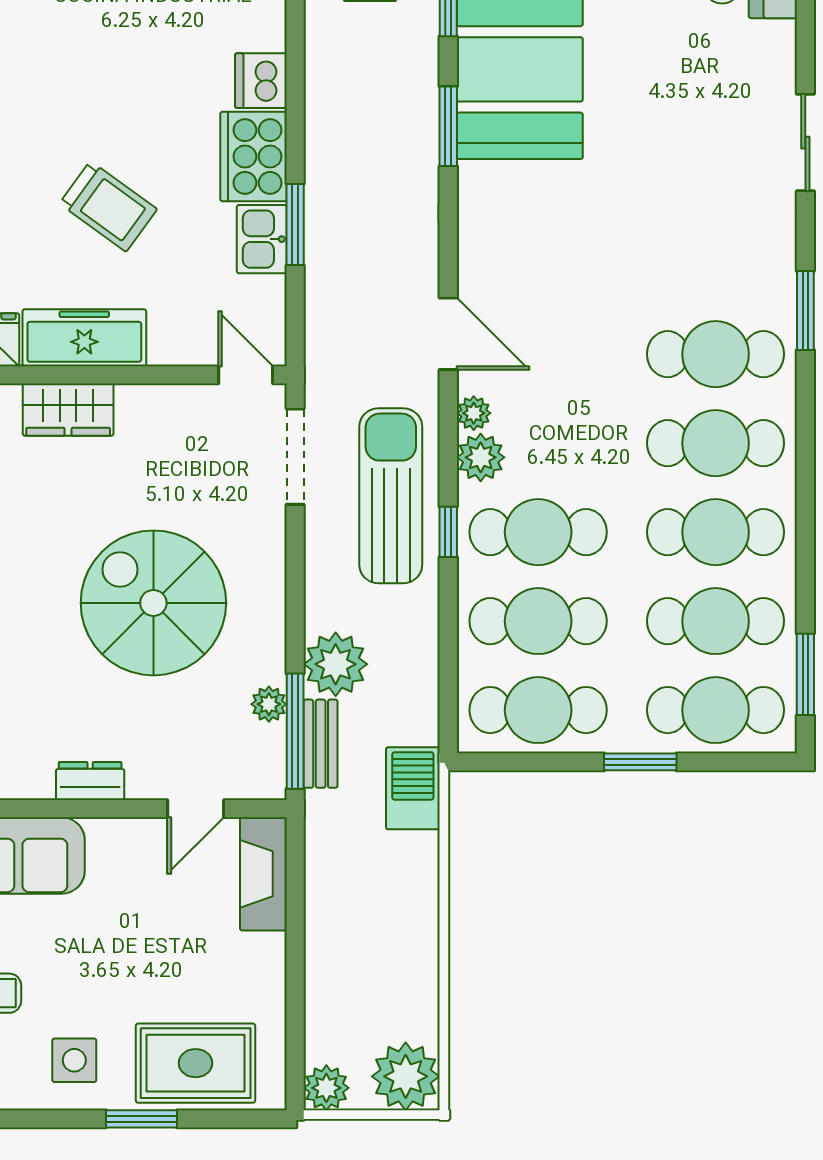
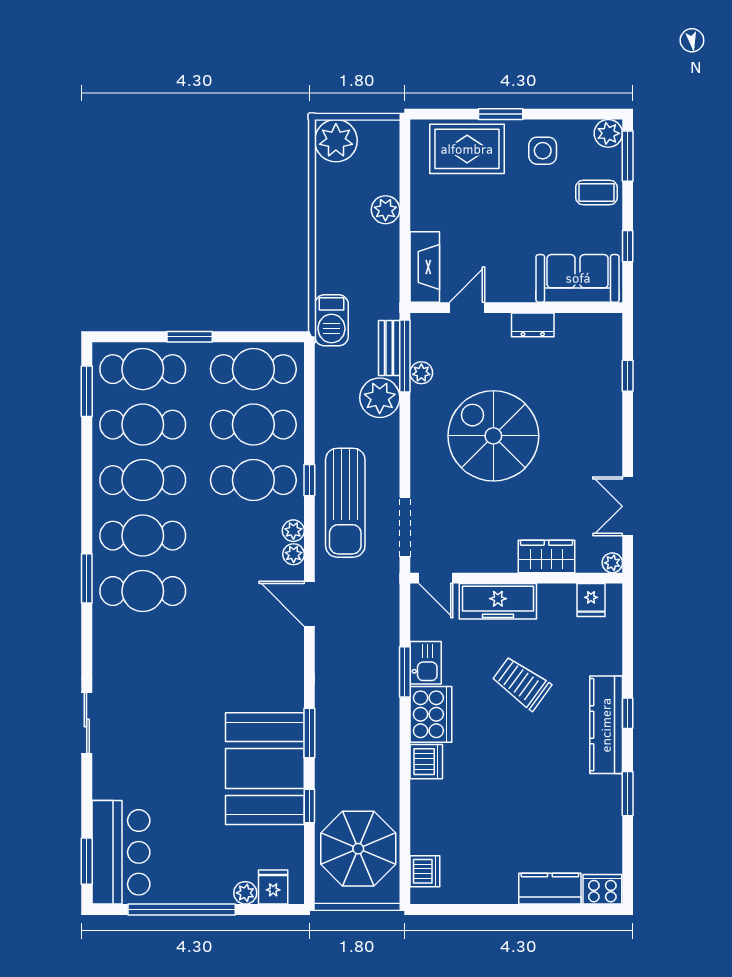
window: (805, 311) -> (87, 578), moved
freezer: (84, 338) -> (498, 601), moved
plant: (481, 457) -> (293, 531), width x0.73, depth x0.73
spiral stairs: (153, 603) -> (493, 436), turned 180
plant: (326, 1088) -> (385, 210), moved

